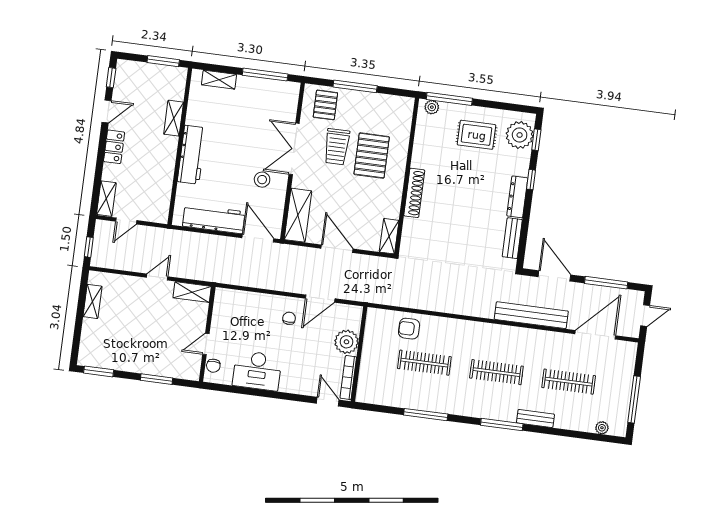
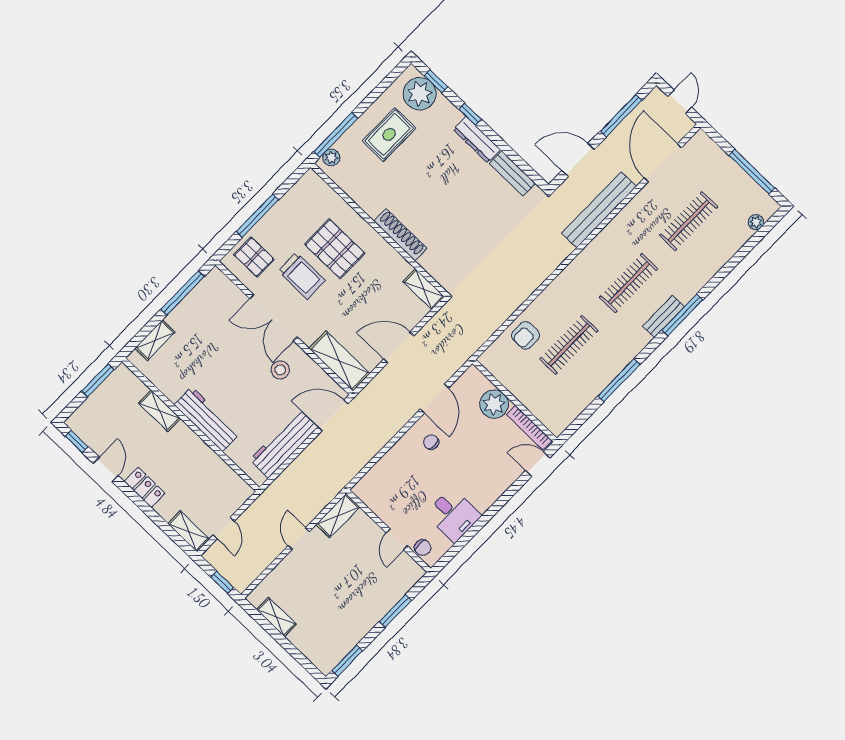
desk: (257, 371) -> (453, 515), width x0.73
bench: (535, 418) -> (664, 316), moved

